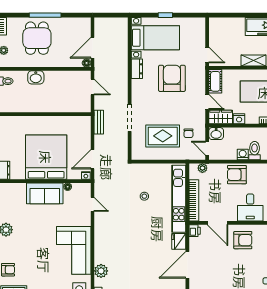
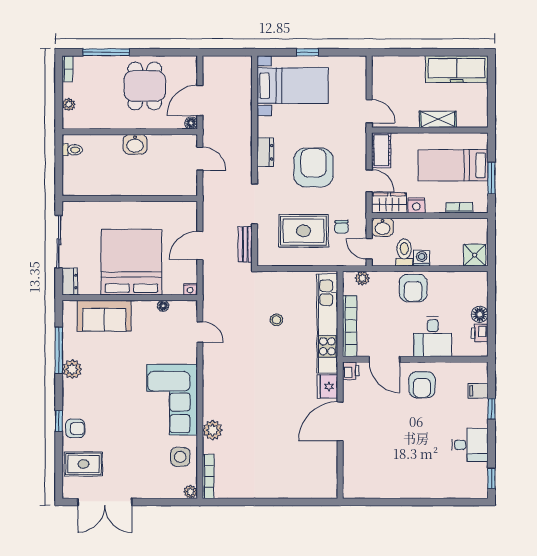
window: (45, 15) -> (106, 52), moved
dining table: (37, 38) -> (145, 86), moved
dresser: (137, 69) -> (265, 152), moved
washbasin: (36, 77) -> (135, 144), moved
armchair: (172, 78) -> (314, 168), moved
bench: (99, 122) -> (245, 244), moved
toilet: (255, 151) -> (404, 252), moved
door: (93, 159) -> (200, 246), moved
armchair: (237, 175) -> (413, 288), turned -90
sofa: (45, 193) -> (104, 316), moved
armchair: (243, 240) -> (422, 385), turned 90

